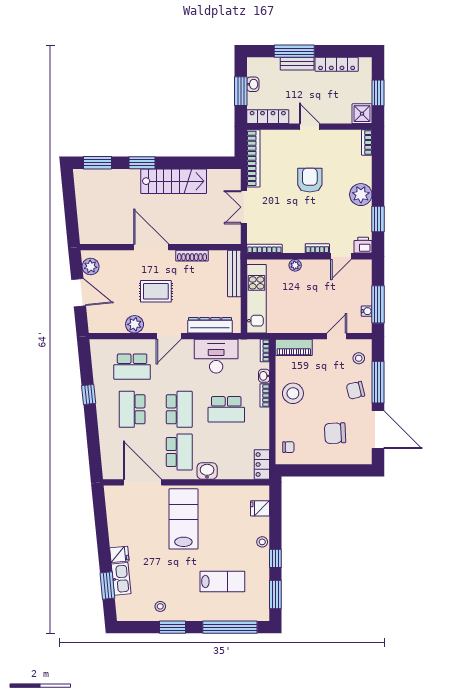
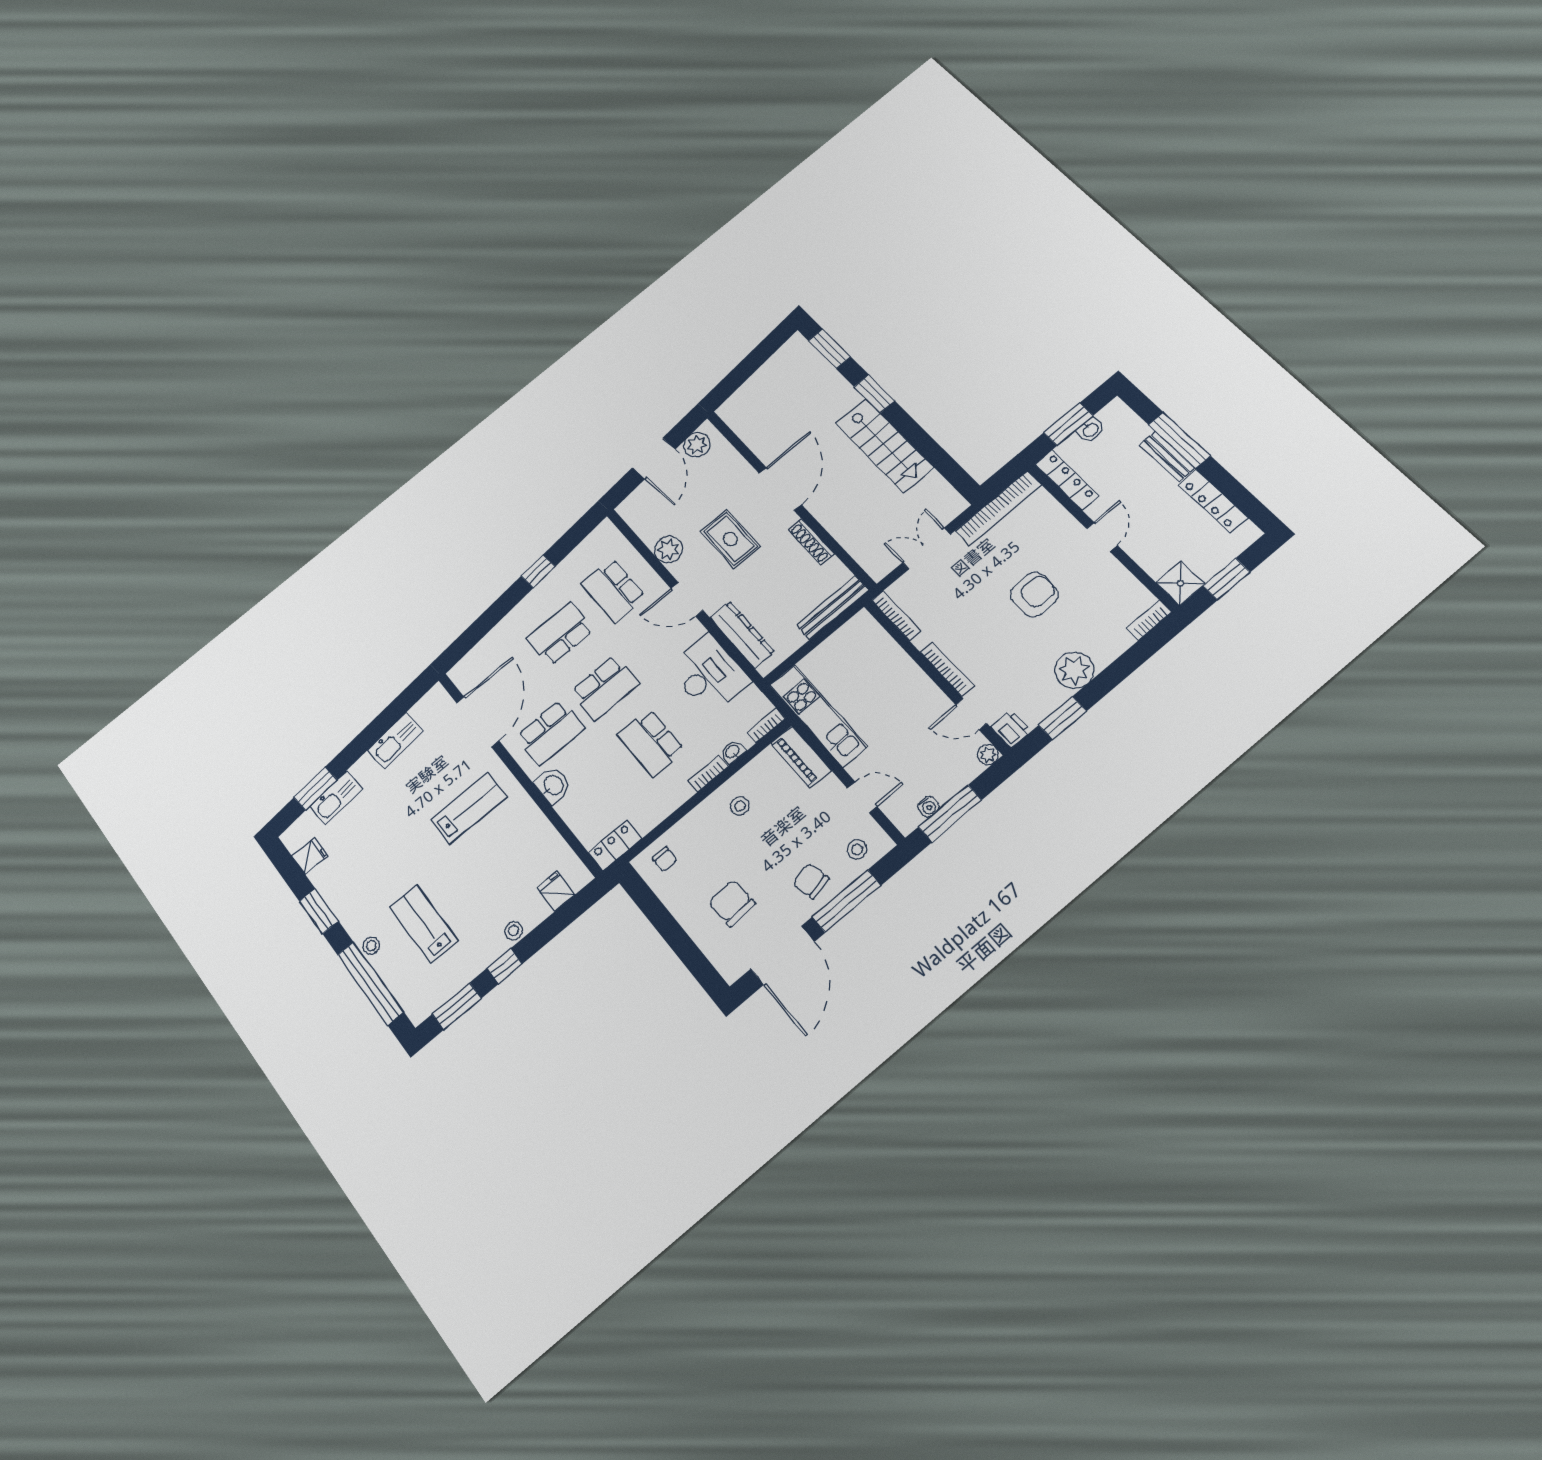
bookcase: (317, 248) -> (947, 669), width x1.56
plant: (295, 265) -> (988, 755), moved
kitchen unit: (256, 299) -> (818, 715), moved, turned -90
stool: (293, 393) -> (740, 806), width x0.53, depth x0.53
lab bench: (183, 519) -> (469, 808), width x0.73, depth x0.72
kitchen sink: (117, 529) -> (395, 741), added
fridge: (119, 554) -> (310, 856), moved, turned -84
lab bench: (222, 582) -> (424, 924), turned 180
stool: (160, 606) -> (371, 946), moved

